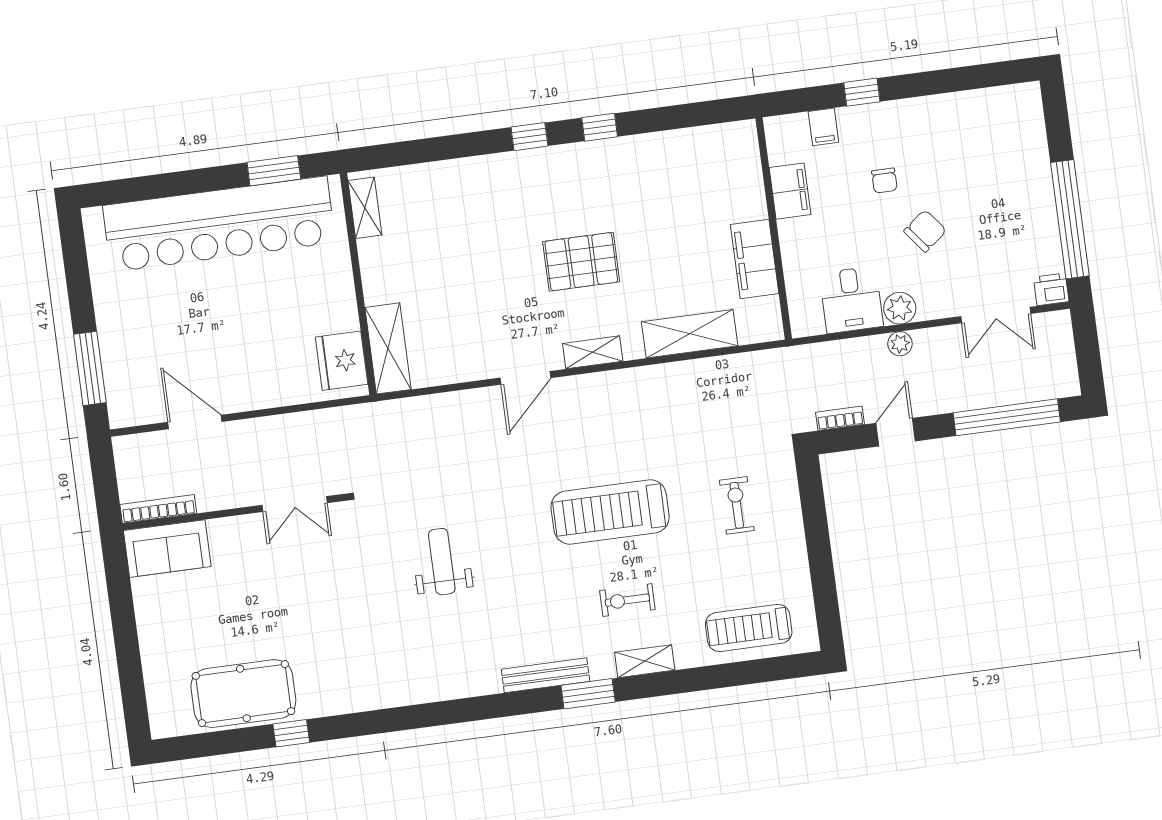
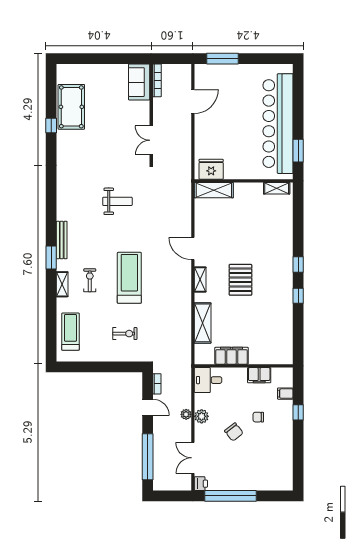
desk: (851, 300) -> (208, 380), moved

